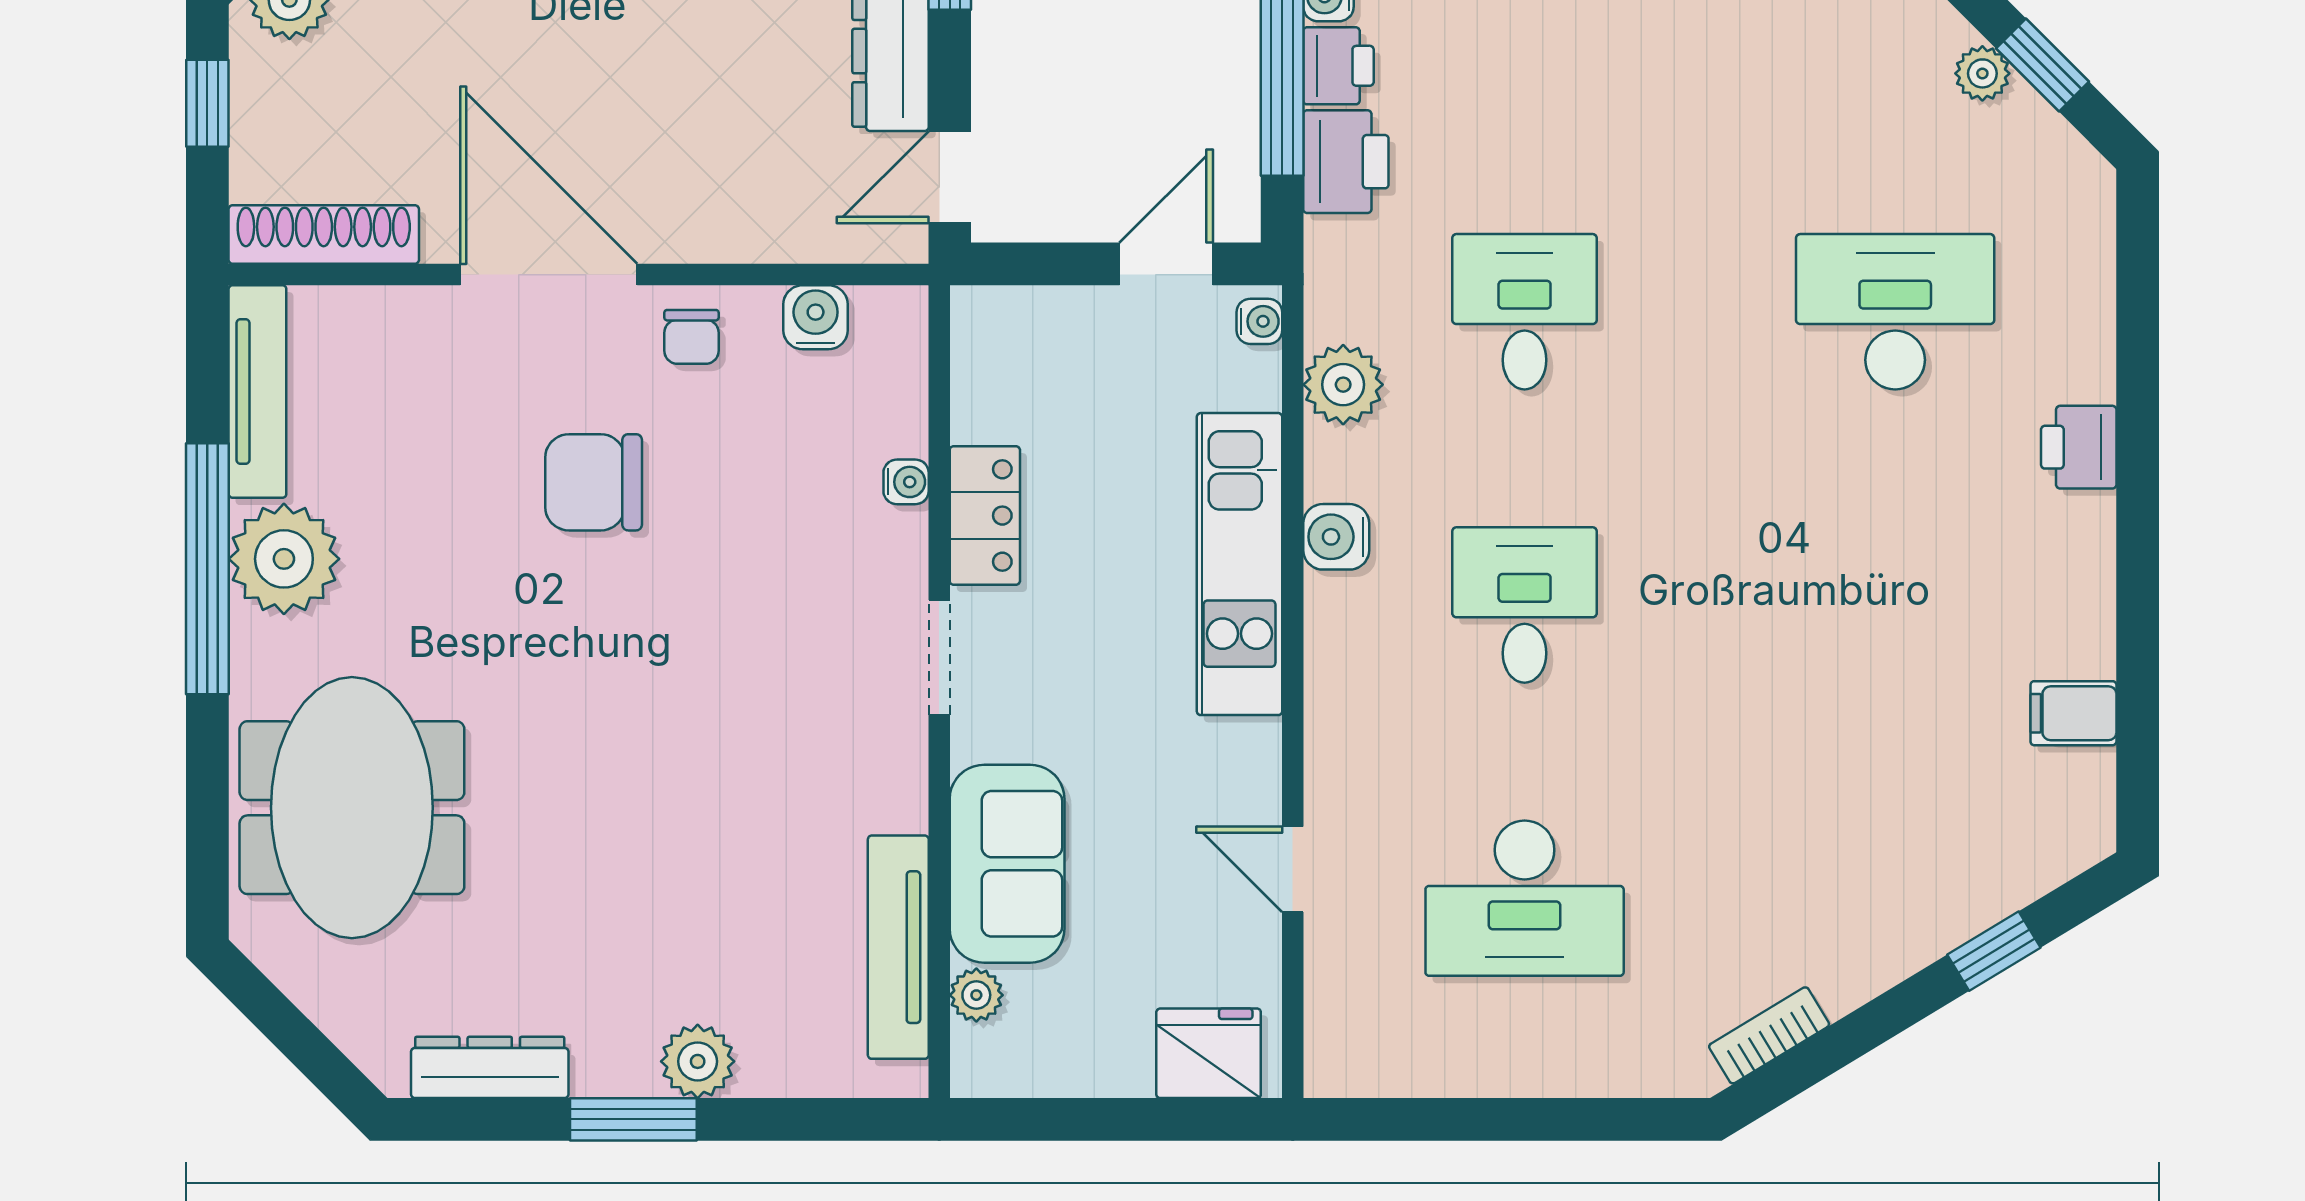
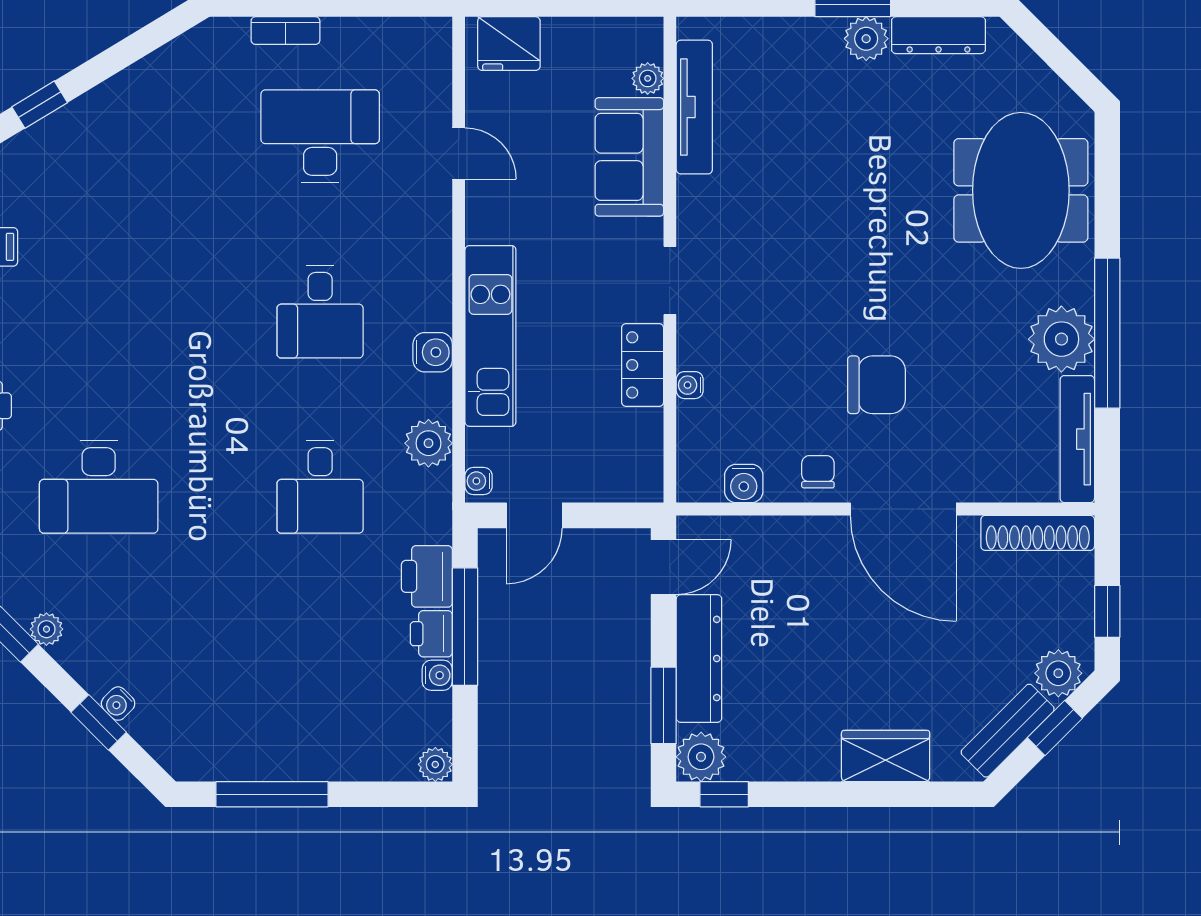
bookcase: (1769, 1035) -> (285, 31), moved, turned 31
plant: (698, 1061) -> (866, 39), moved

